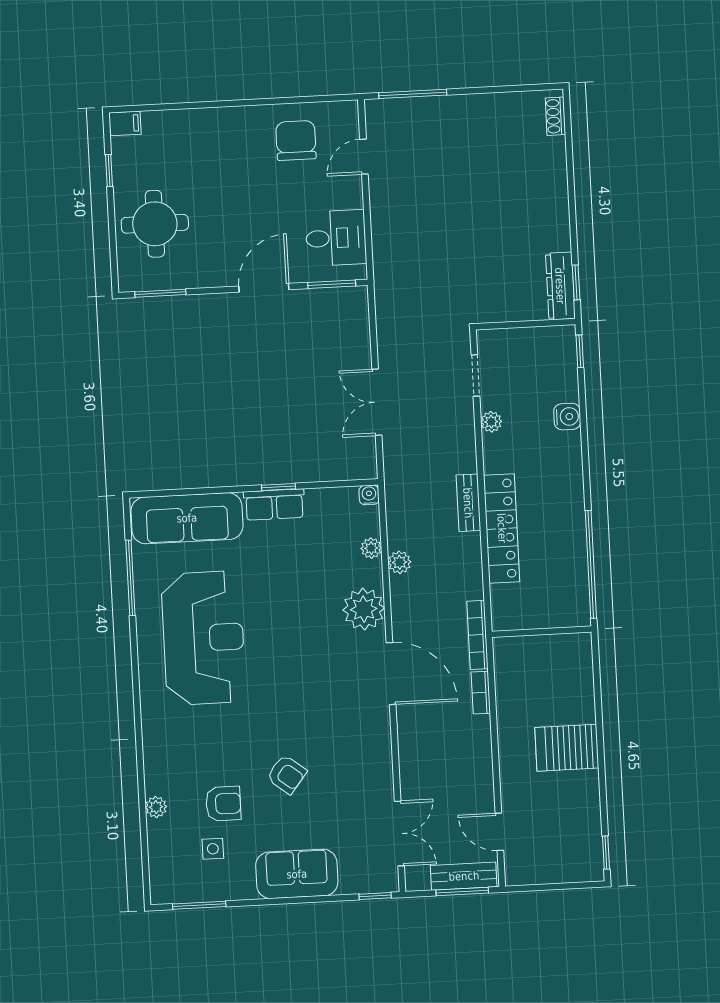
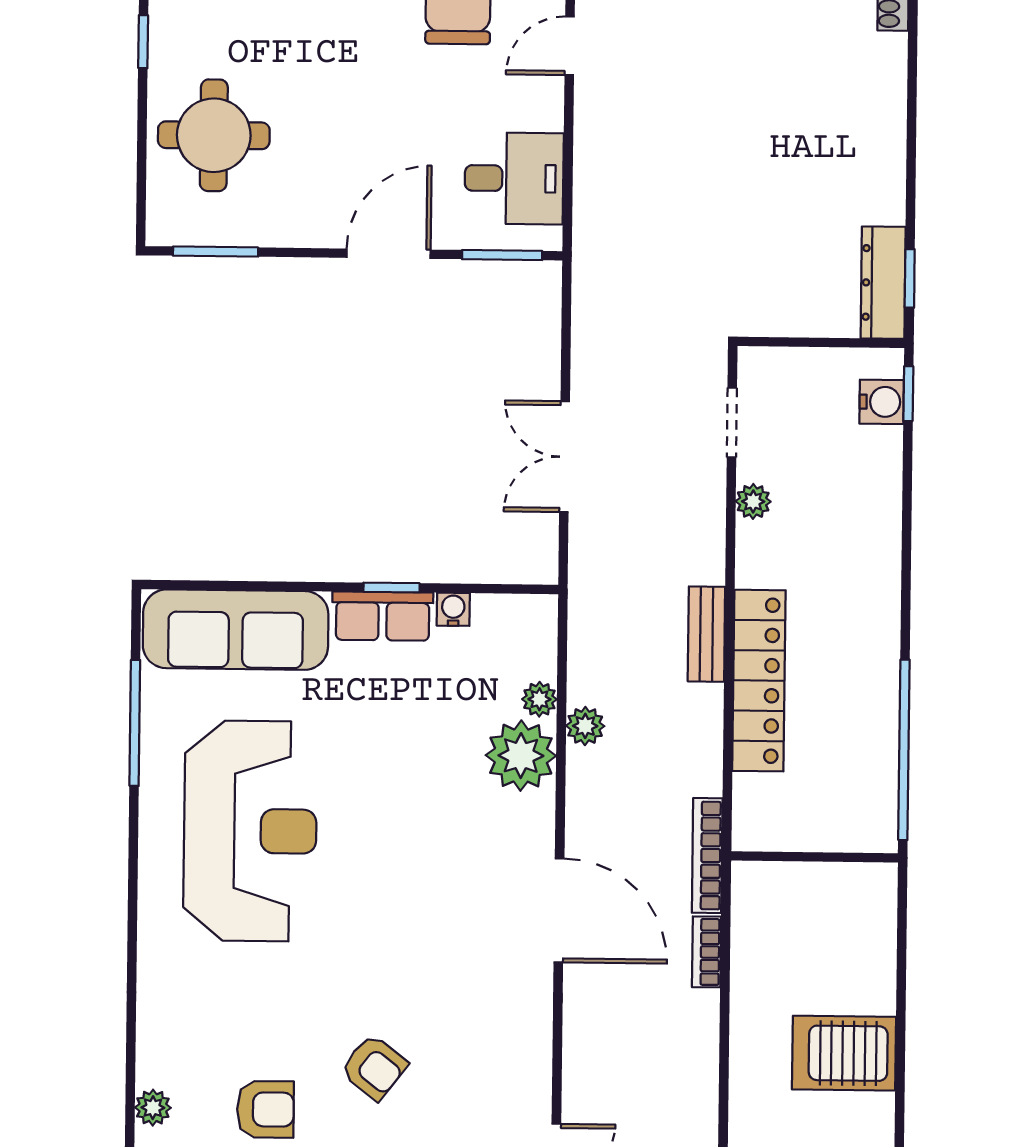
water cooler: (567, 417) -> (882, 402), moved
water cooler: (369, 495) -> (453, 609), moved
plant: (364, 609) -> (521, 756), moved

